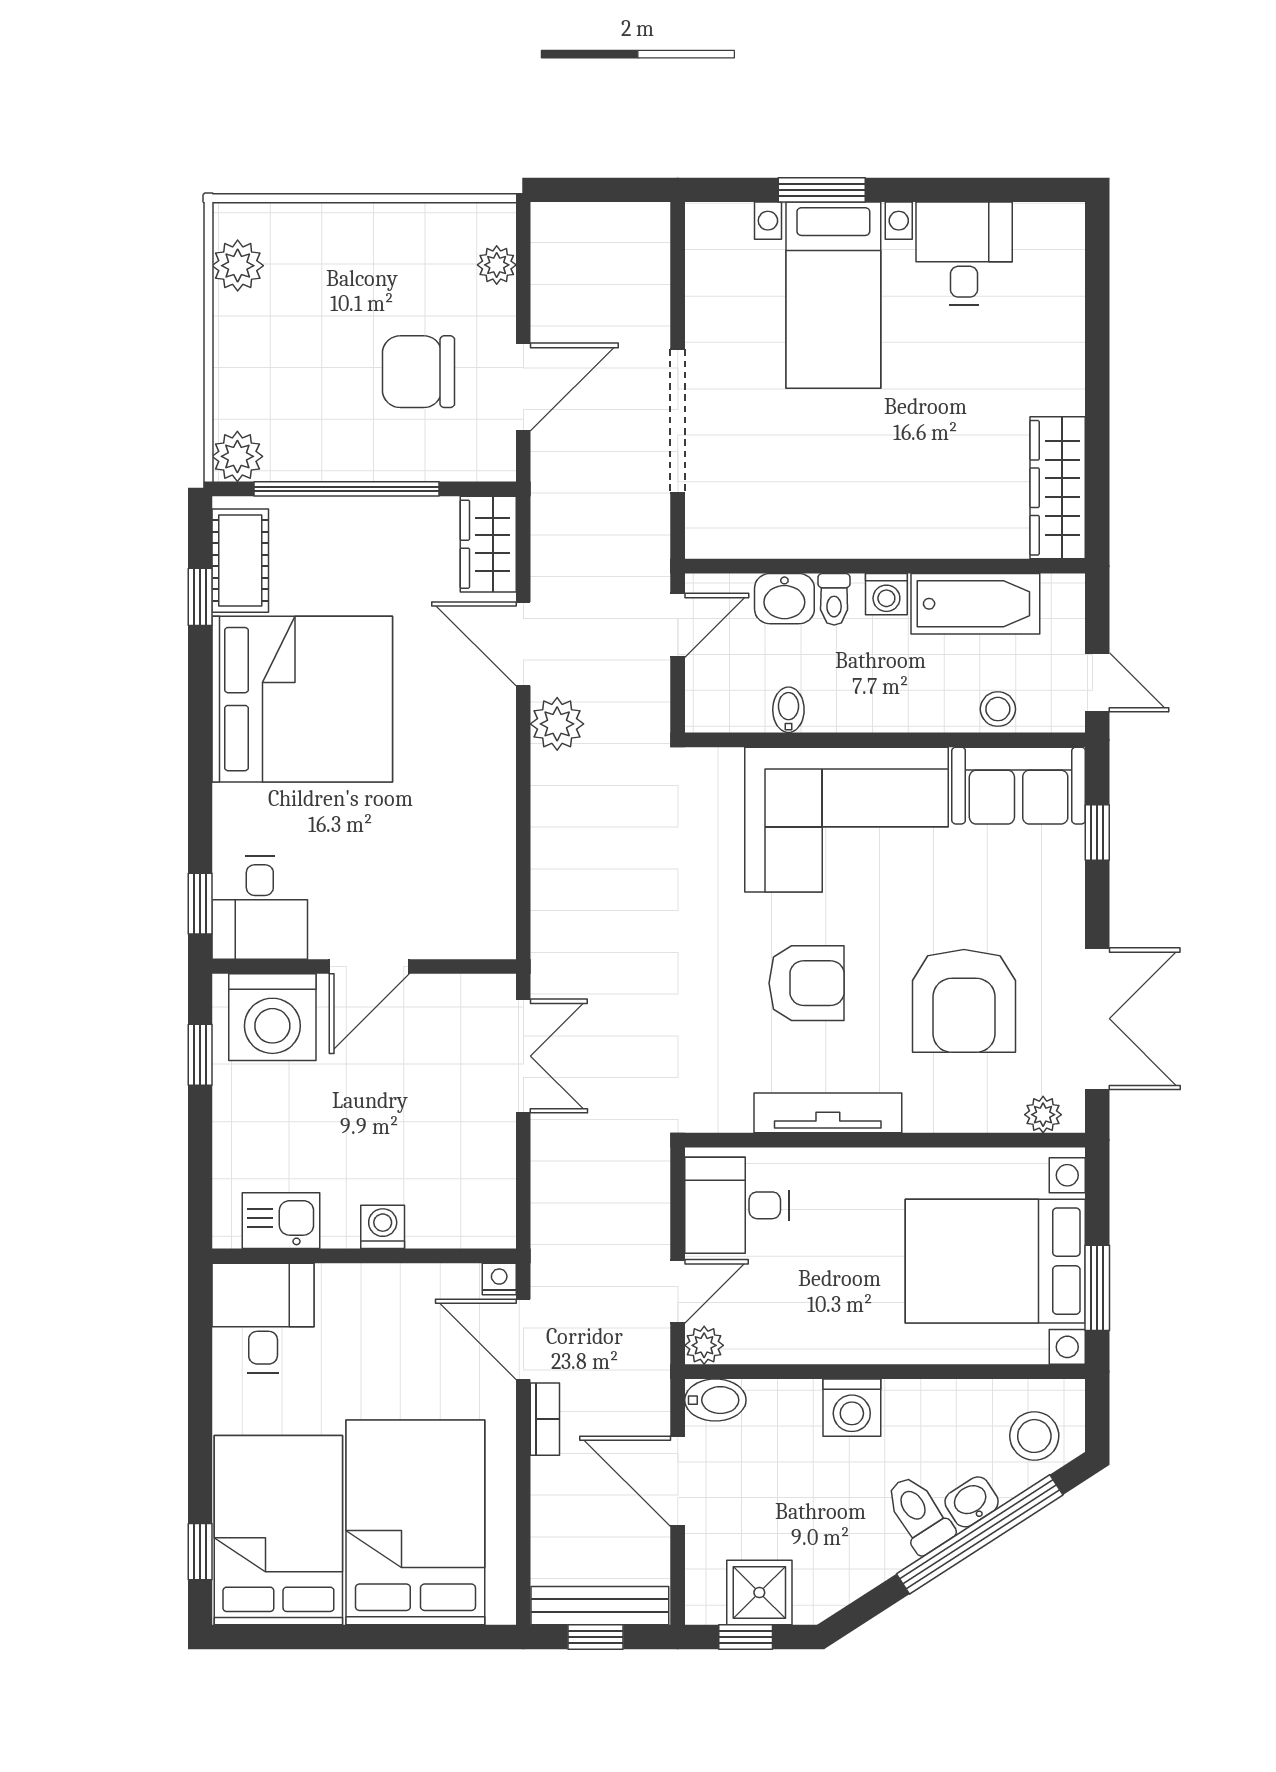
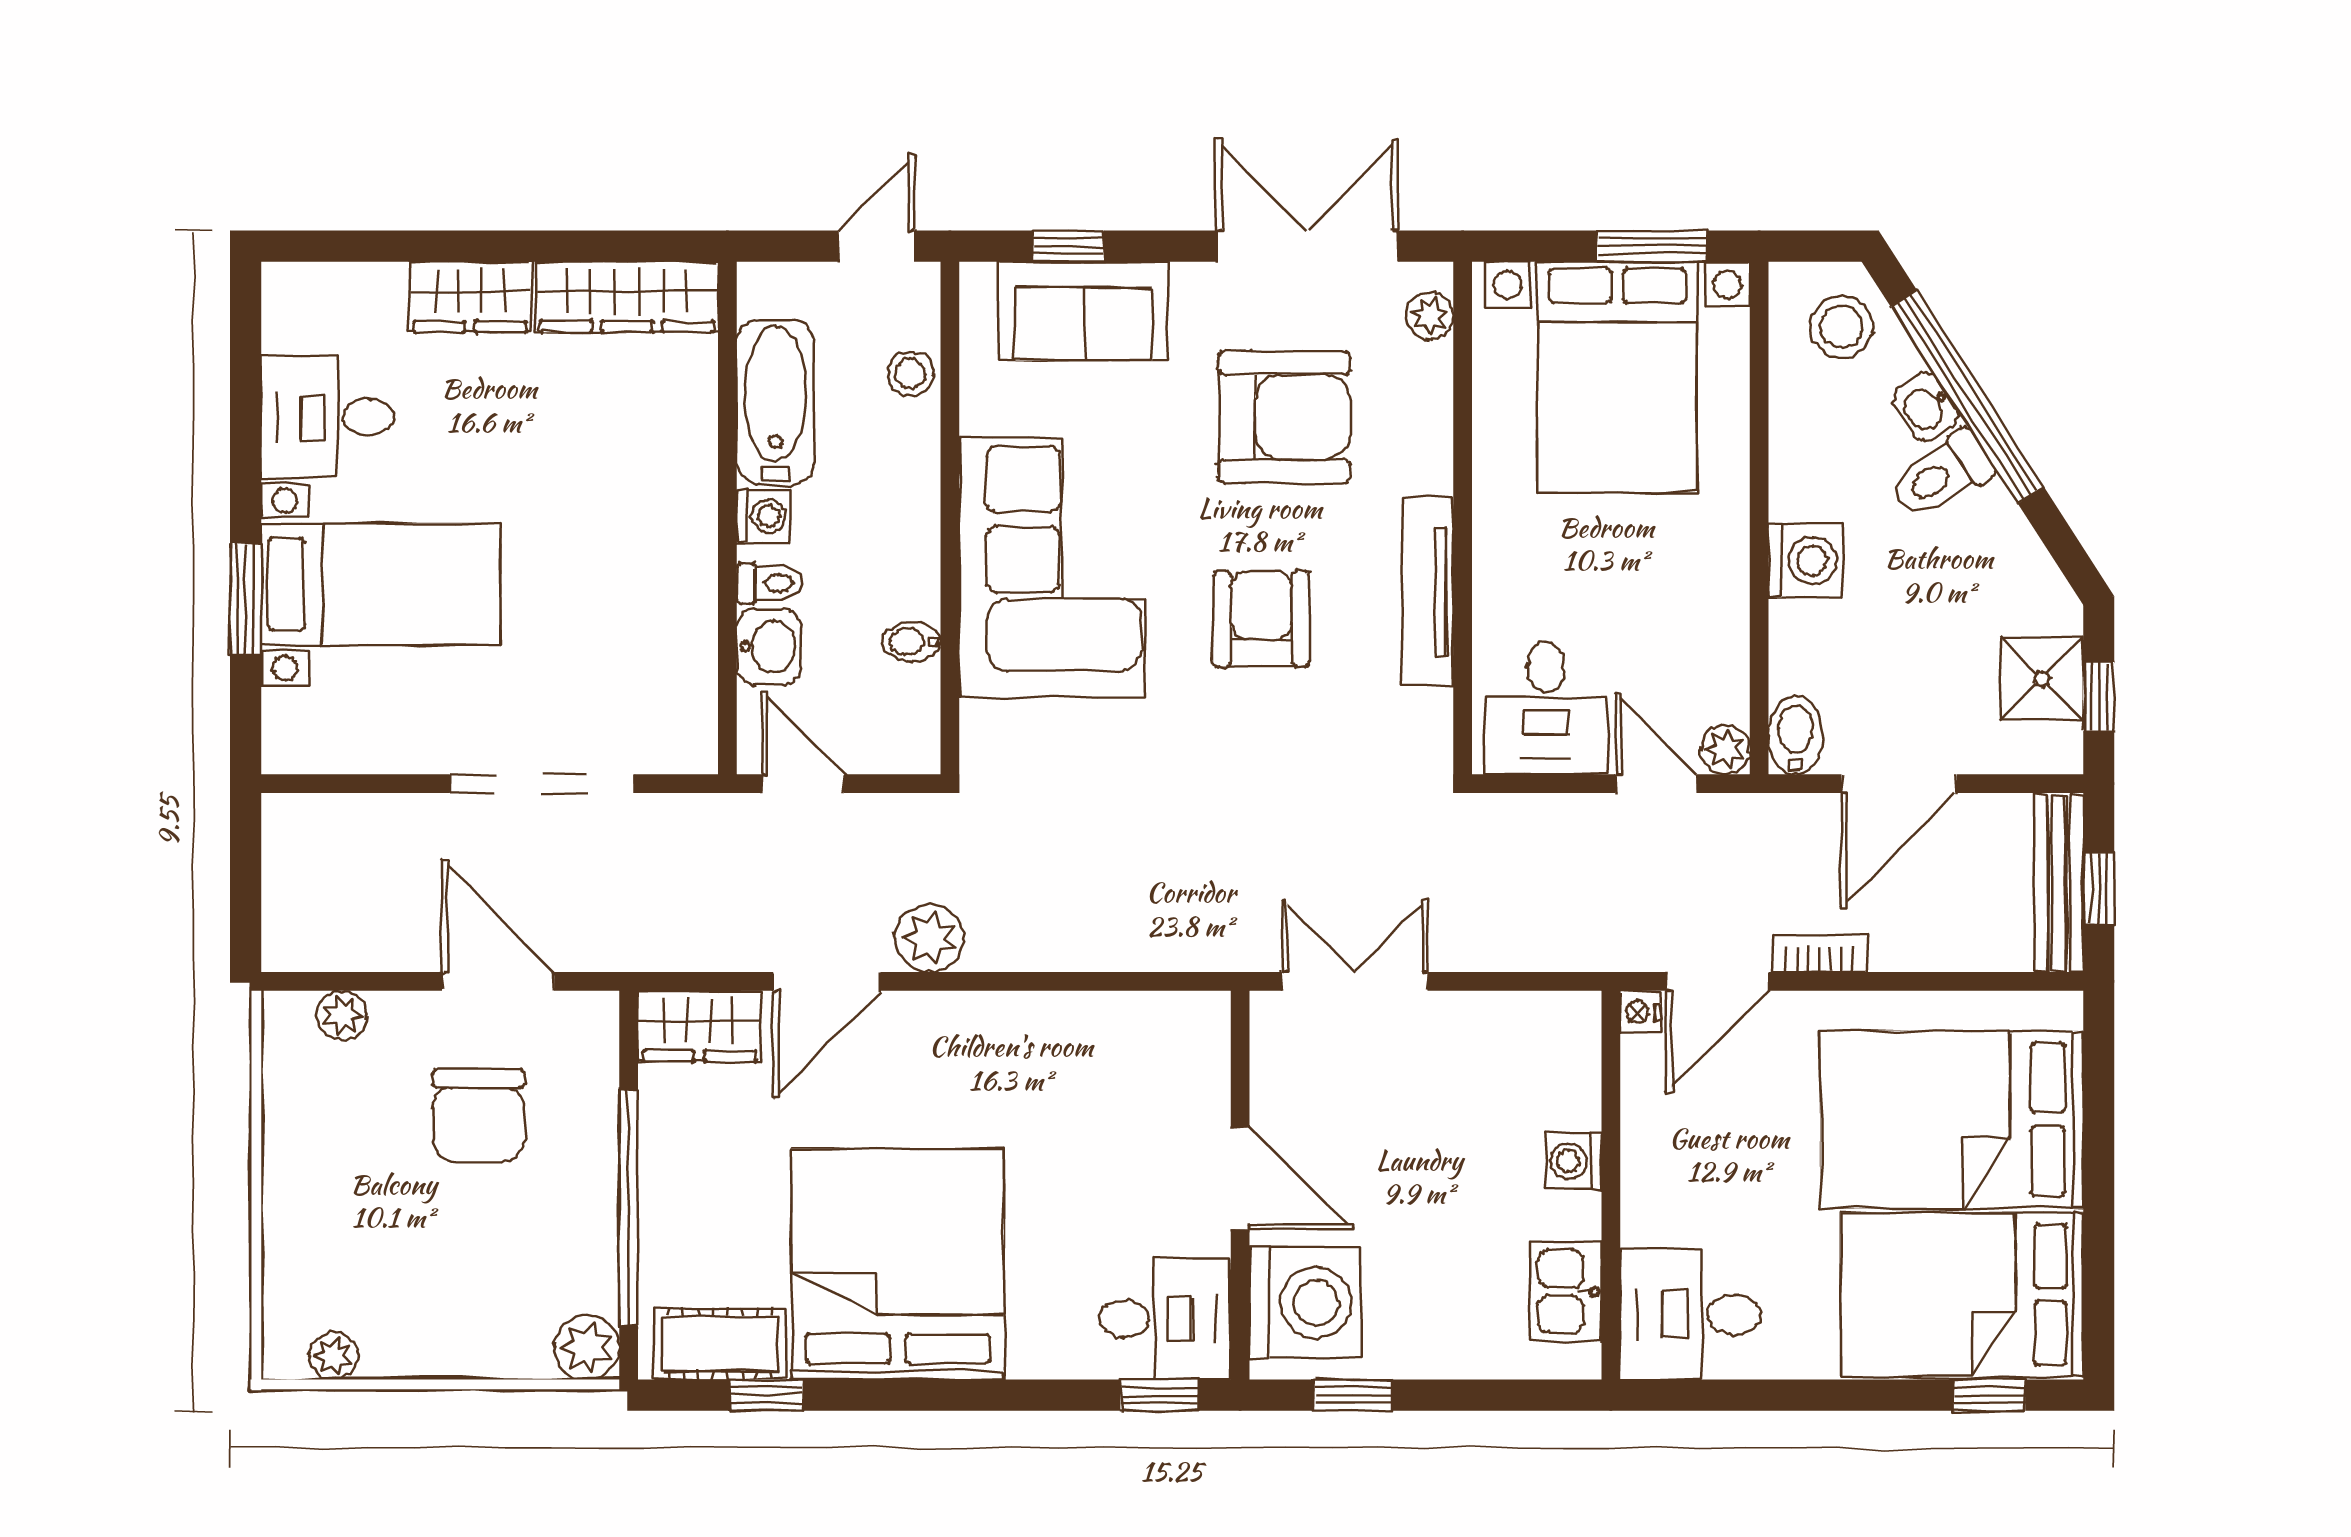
plant: (238, 266) -> (334, 1356), width x0.73, depth x0.73
wardrobe: (1058, 365) -> (470, 297), added
sofa: (1019, 786) -> (1084, 311), moved, turned 90

